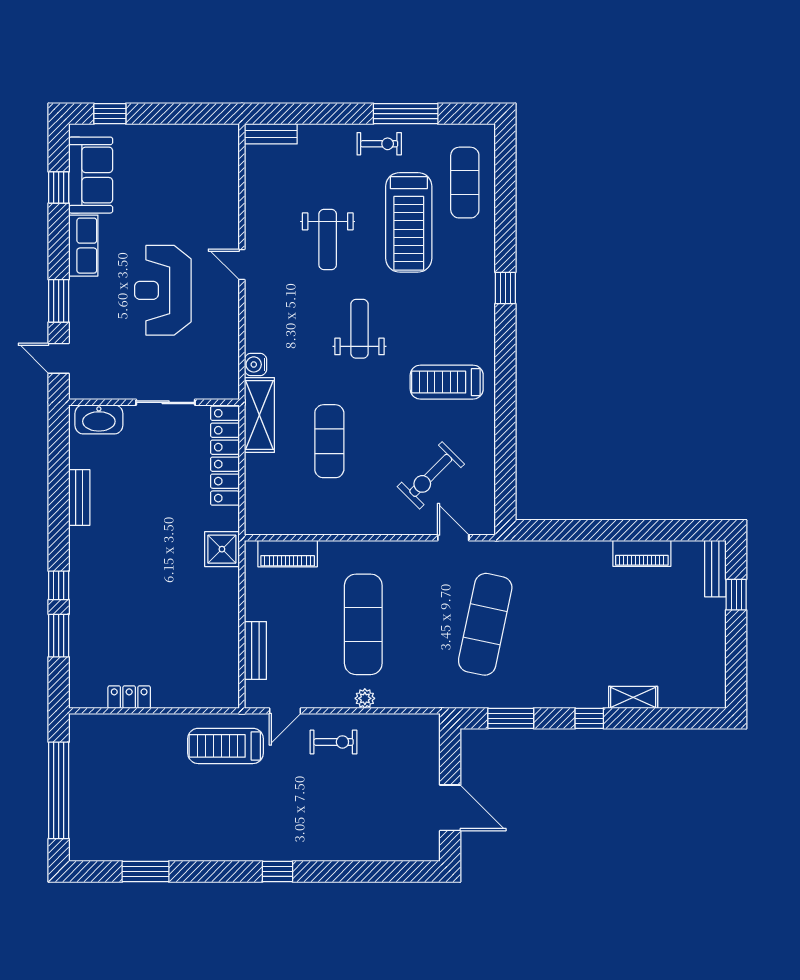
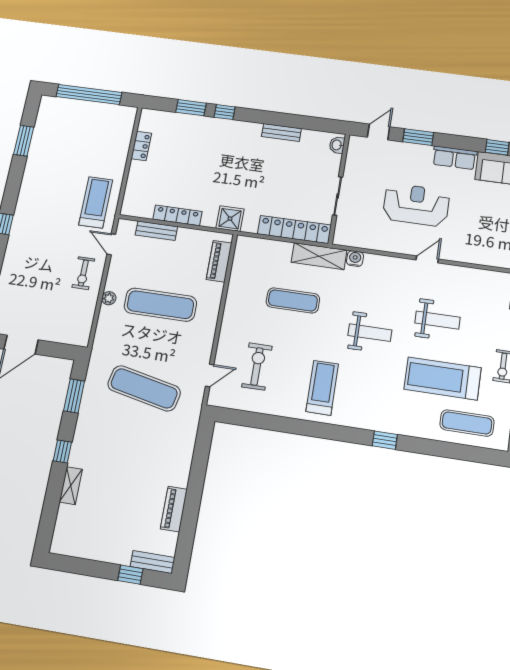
weight bench: (328, 239) -> (437, 320), turned 180
washbasin: (99, 419) -> (337, 145), width x0.52, depth x0.69
exercise bike: (431, 475) -> (257, 366), turned 45
locker: (228, 625) -> (177, 215), added

